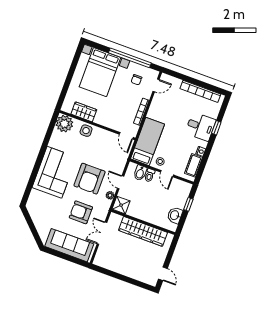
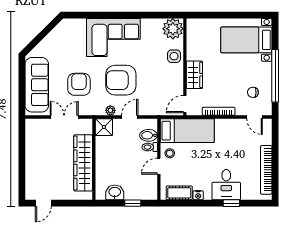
bed with nightstands: (100, 72) -> (246, 40), width x0.73
wardrobe: (84, 112) -> (194, 75), moved

